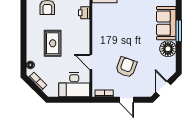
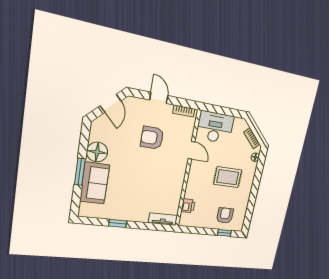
rug: (53, 43) -> (228, 177), turned 90
armchair: (126, 67) -> (152, 138), turned 70

